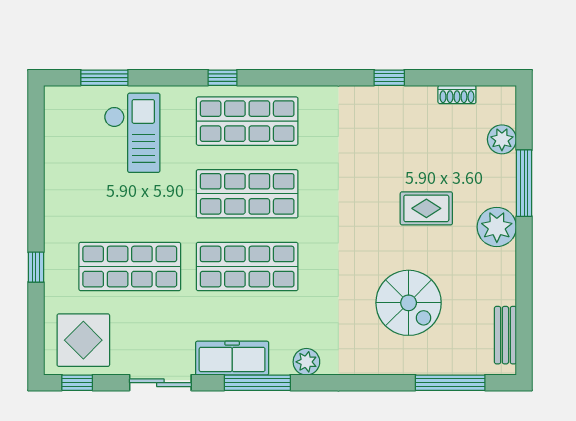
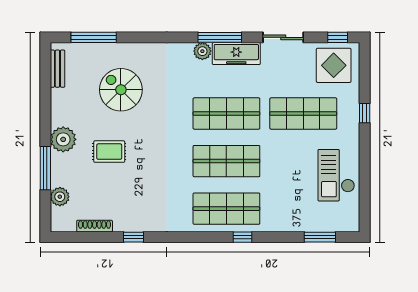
shoe rack: (457, 94) -> (95, 226), width x1.43
checkout: (132, 133) -> (336, 175), moved
plant: (306, 362) -> (202, 51), moved

